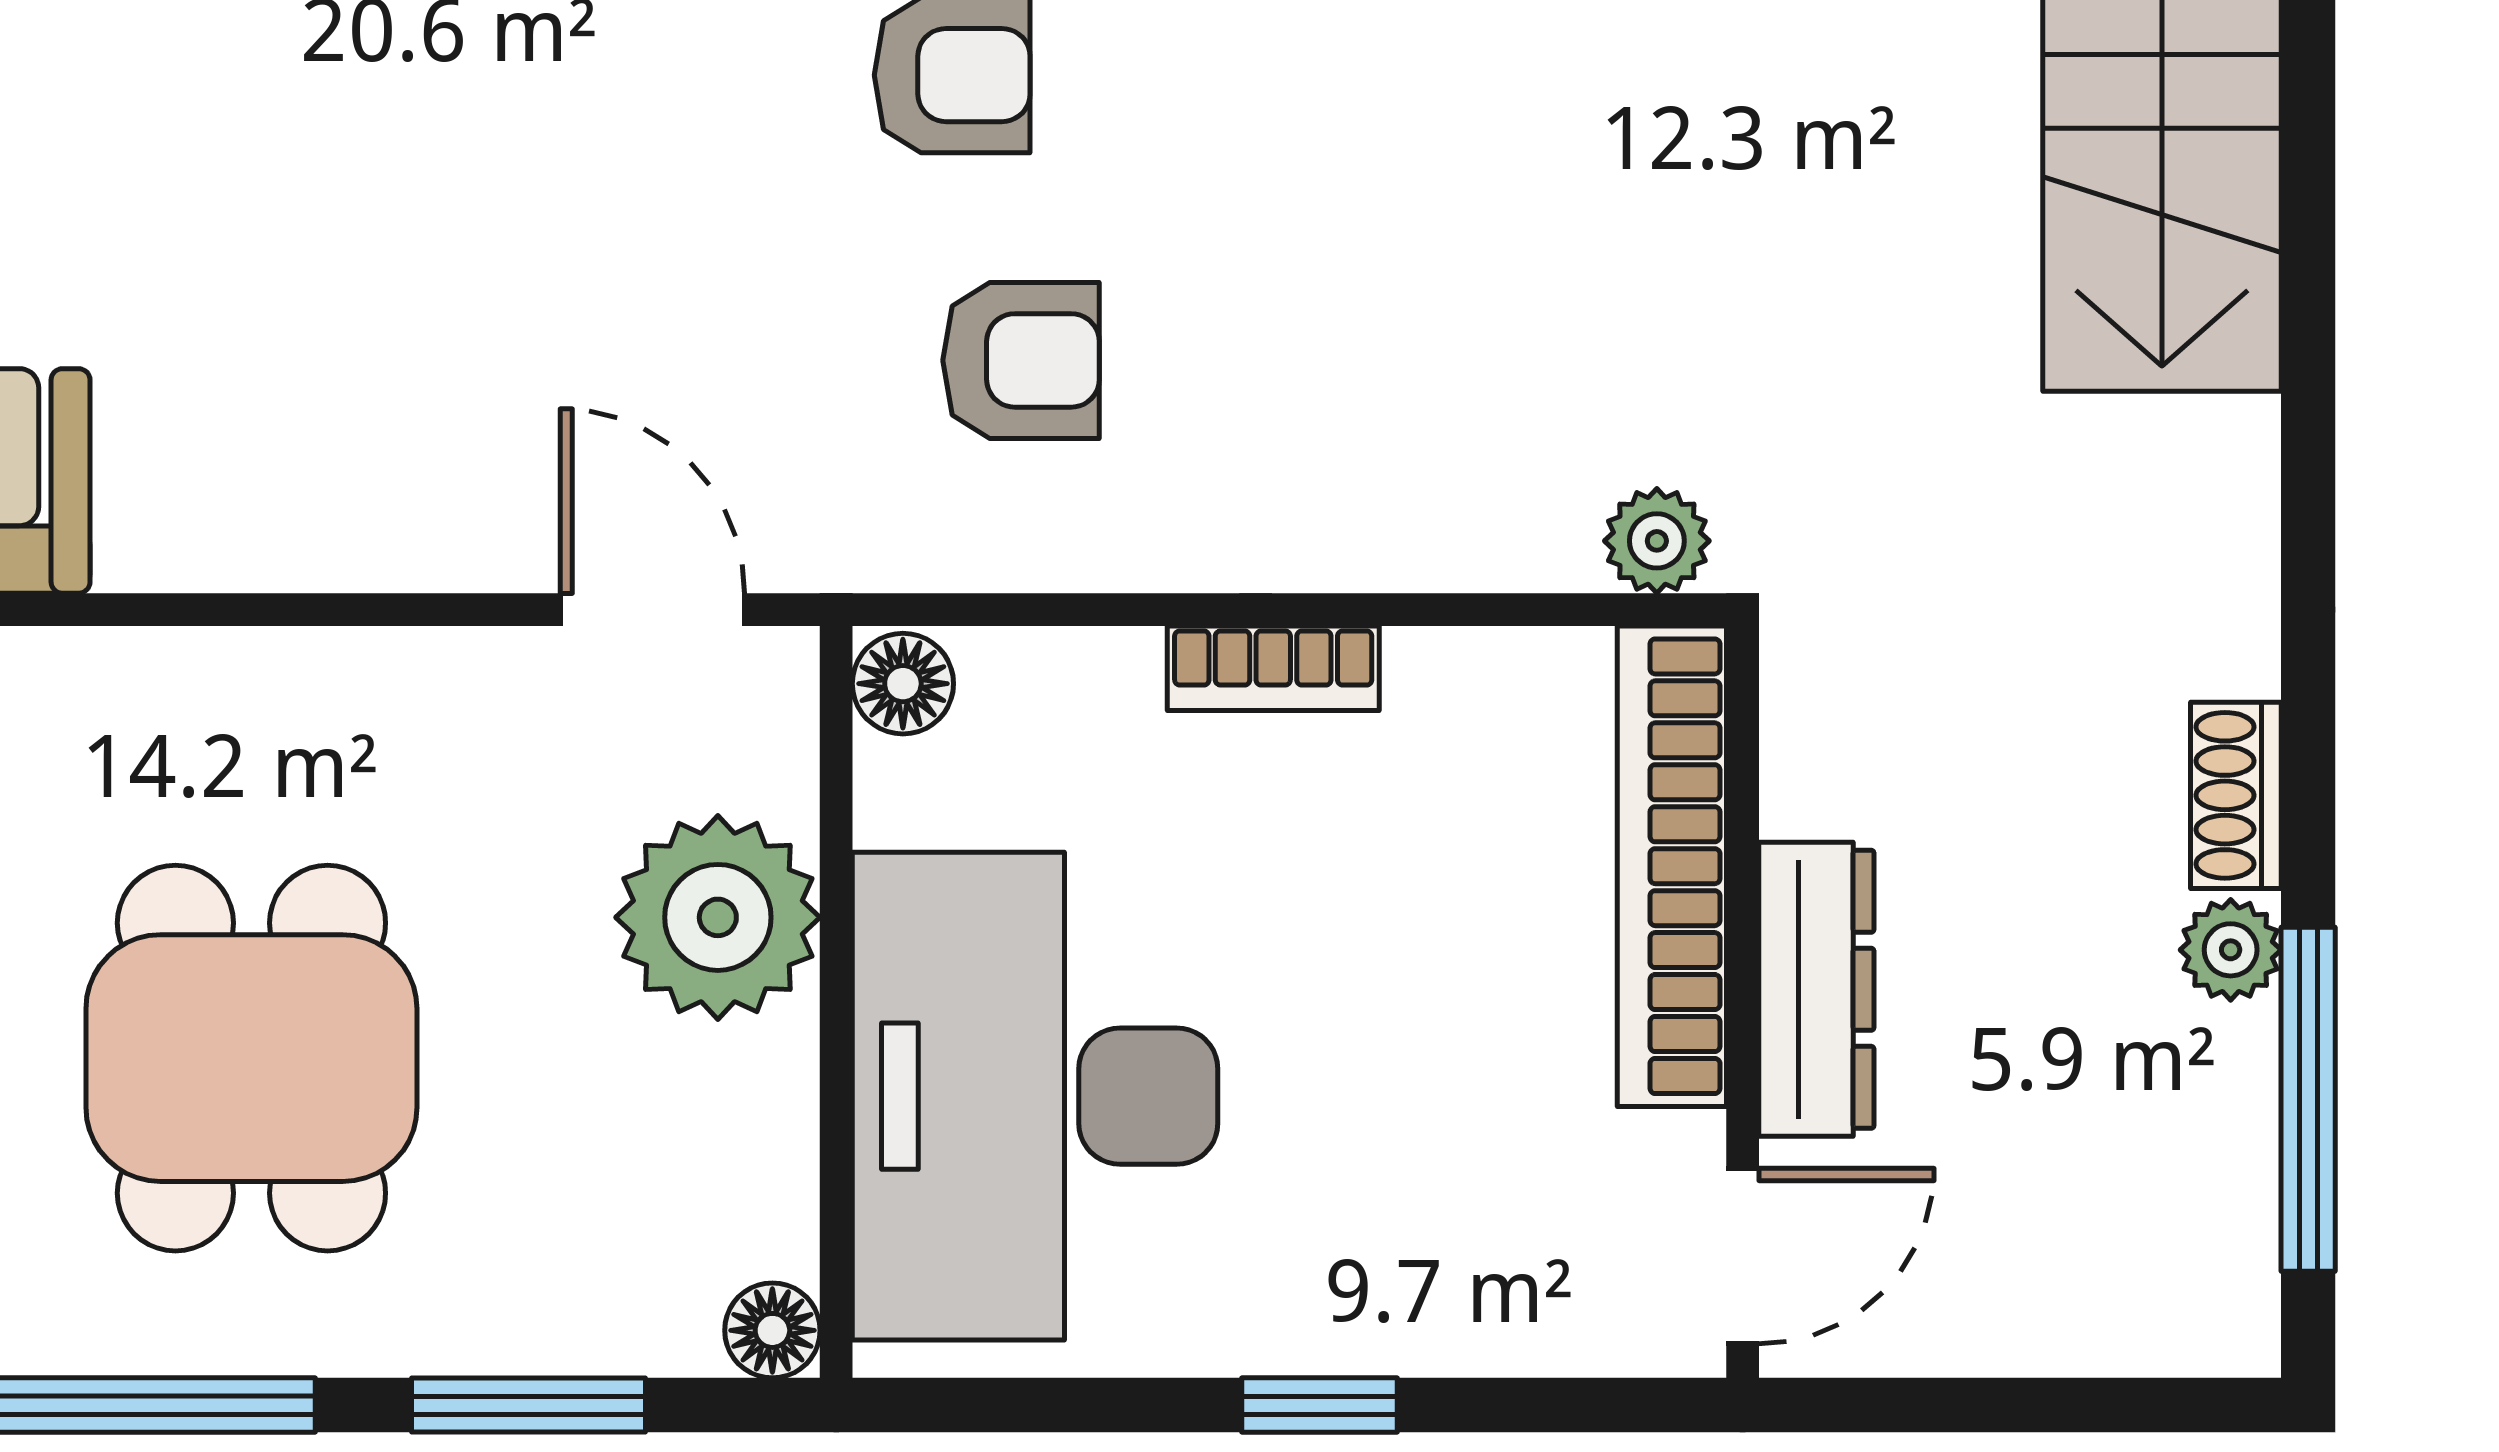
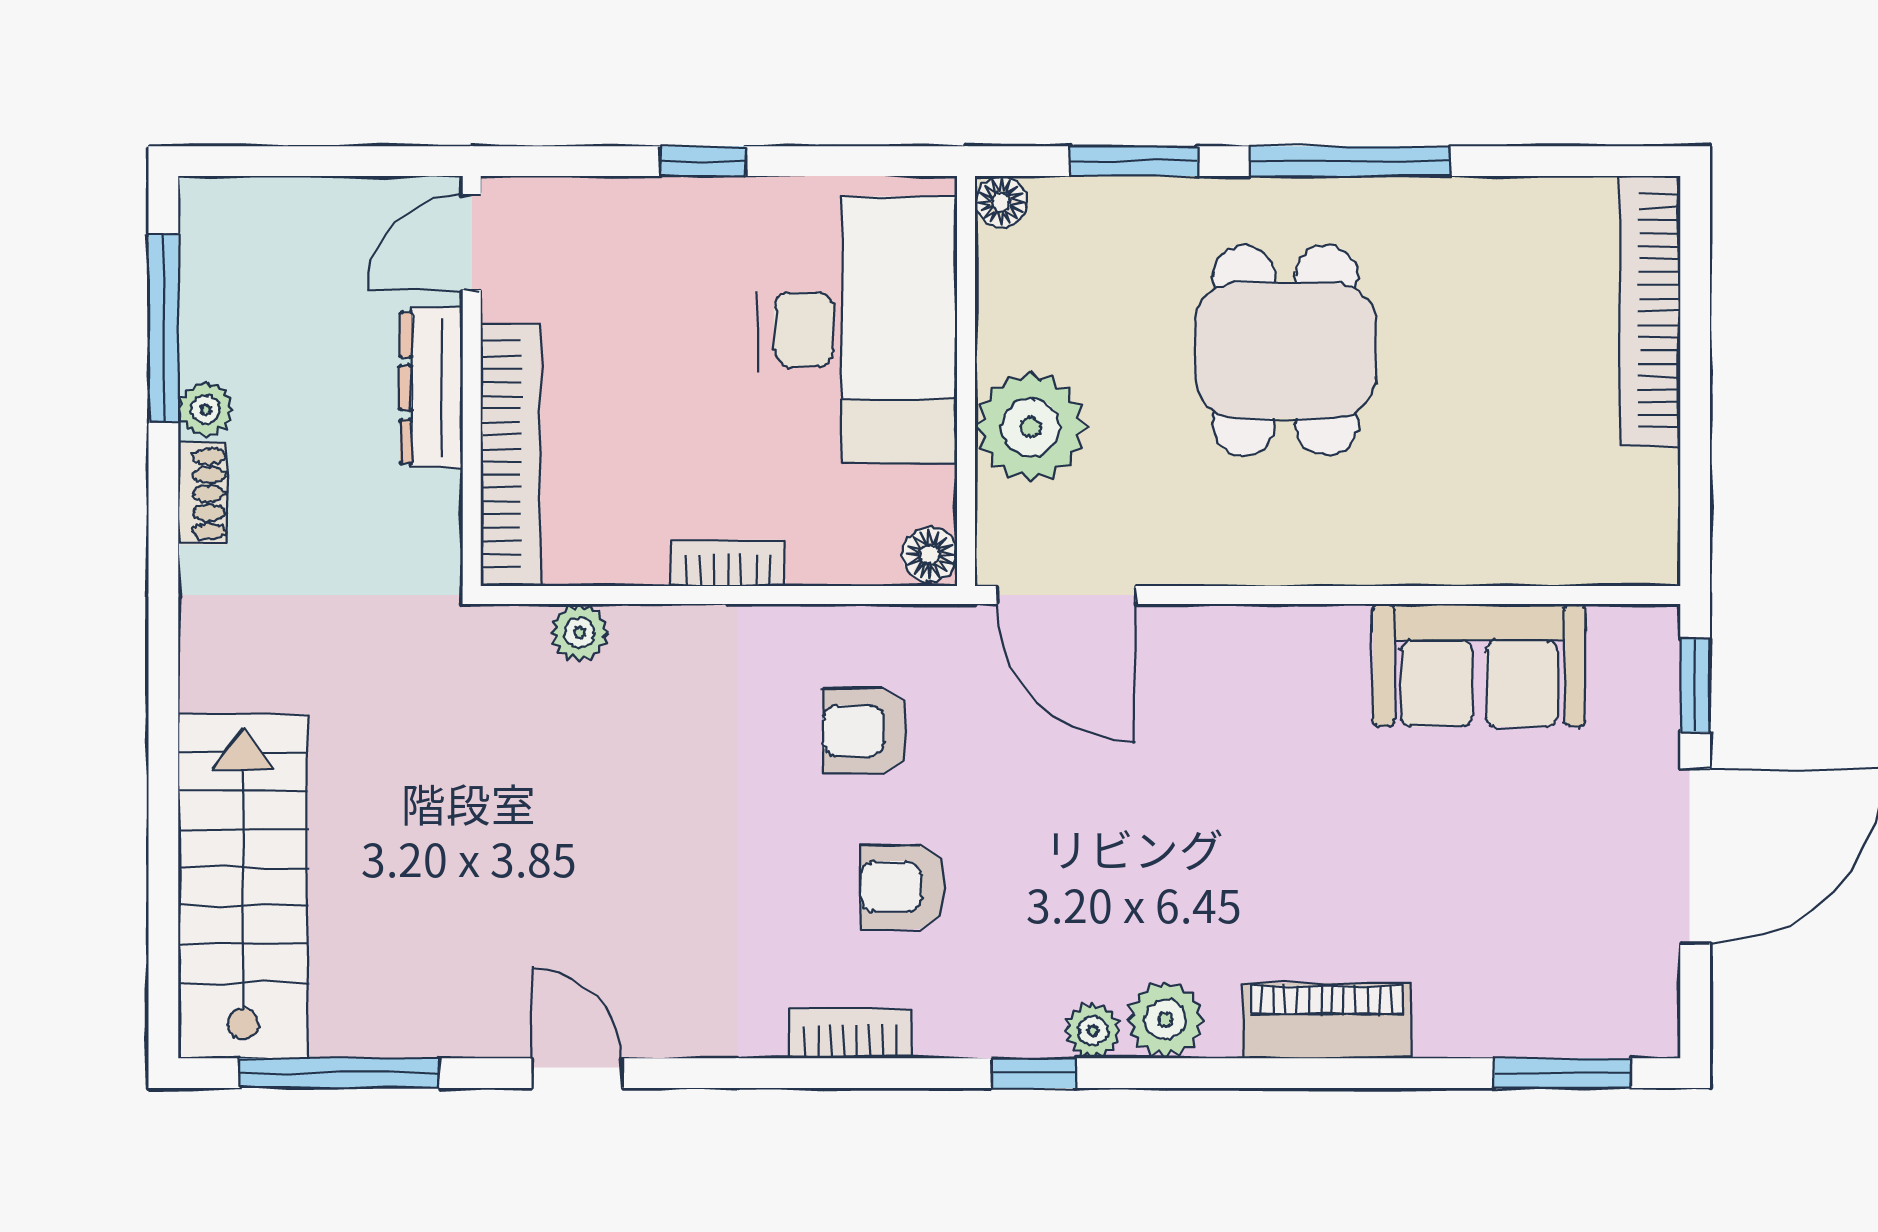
plant: (1657, 541) -> (579, 632), moved
door: (652, 610) -> (1066, 595), width x1.38

